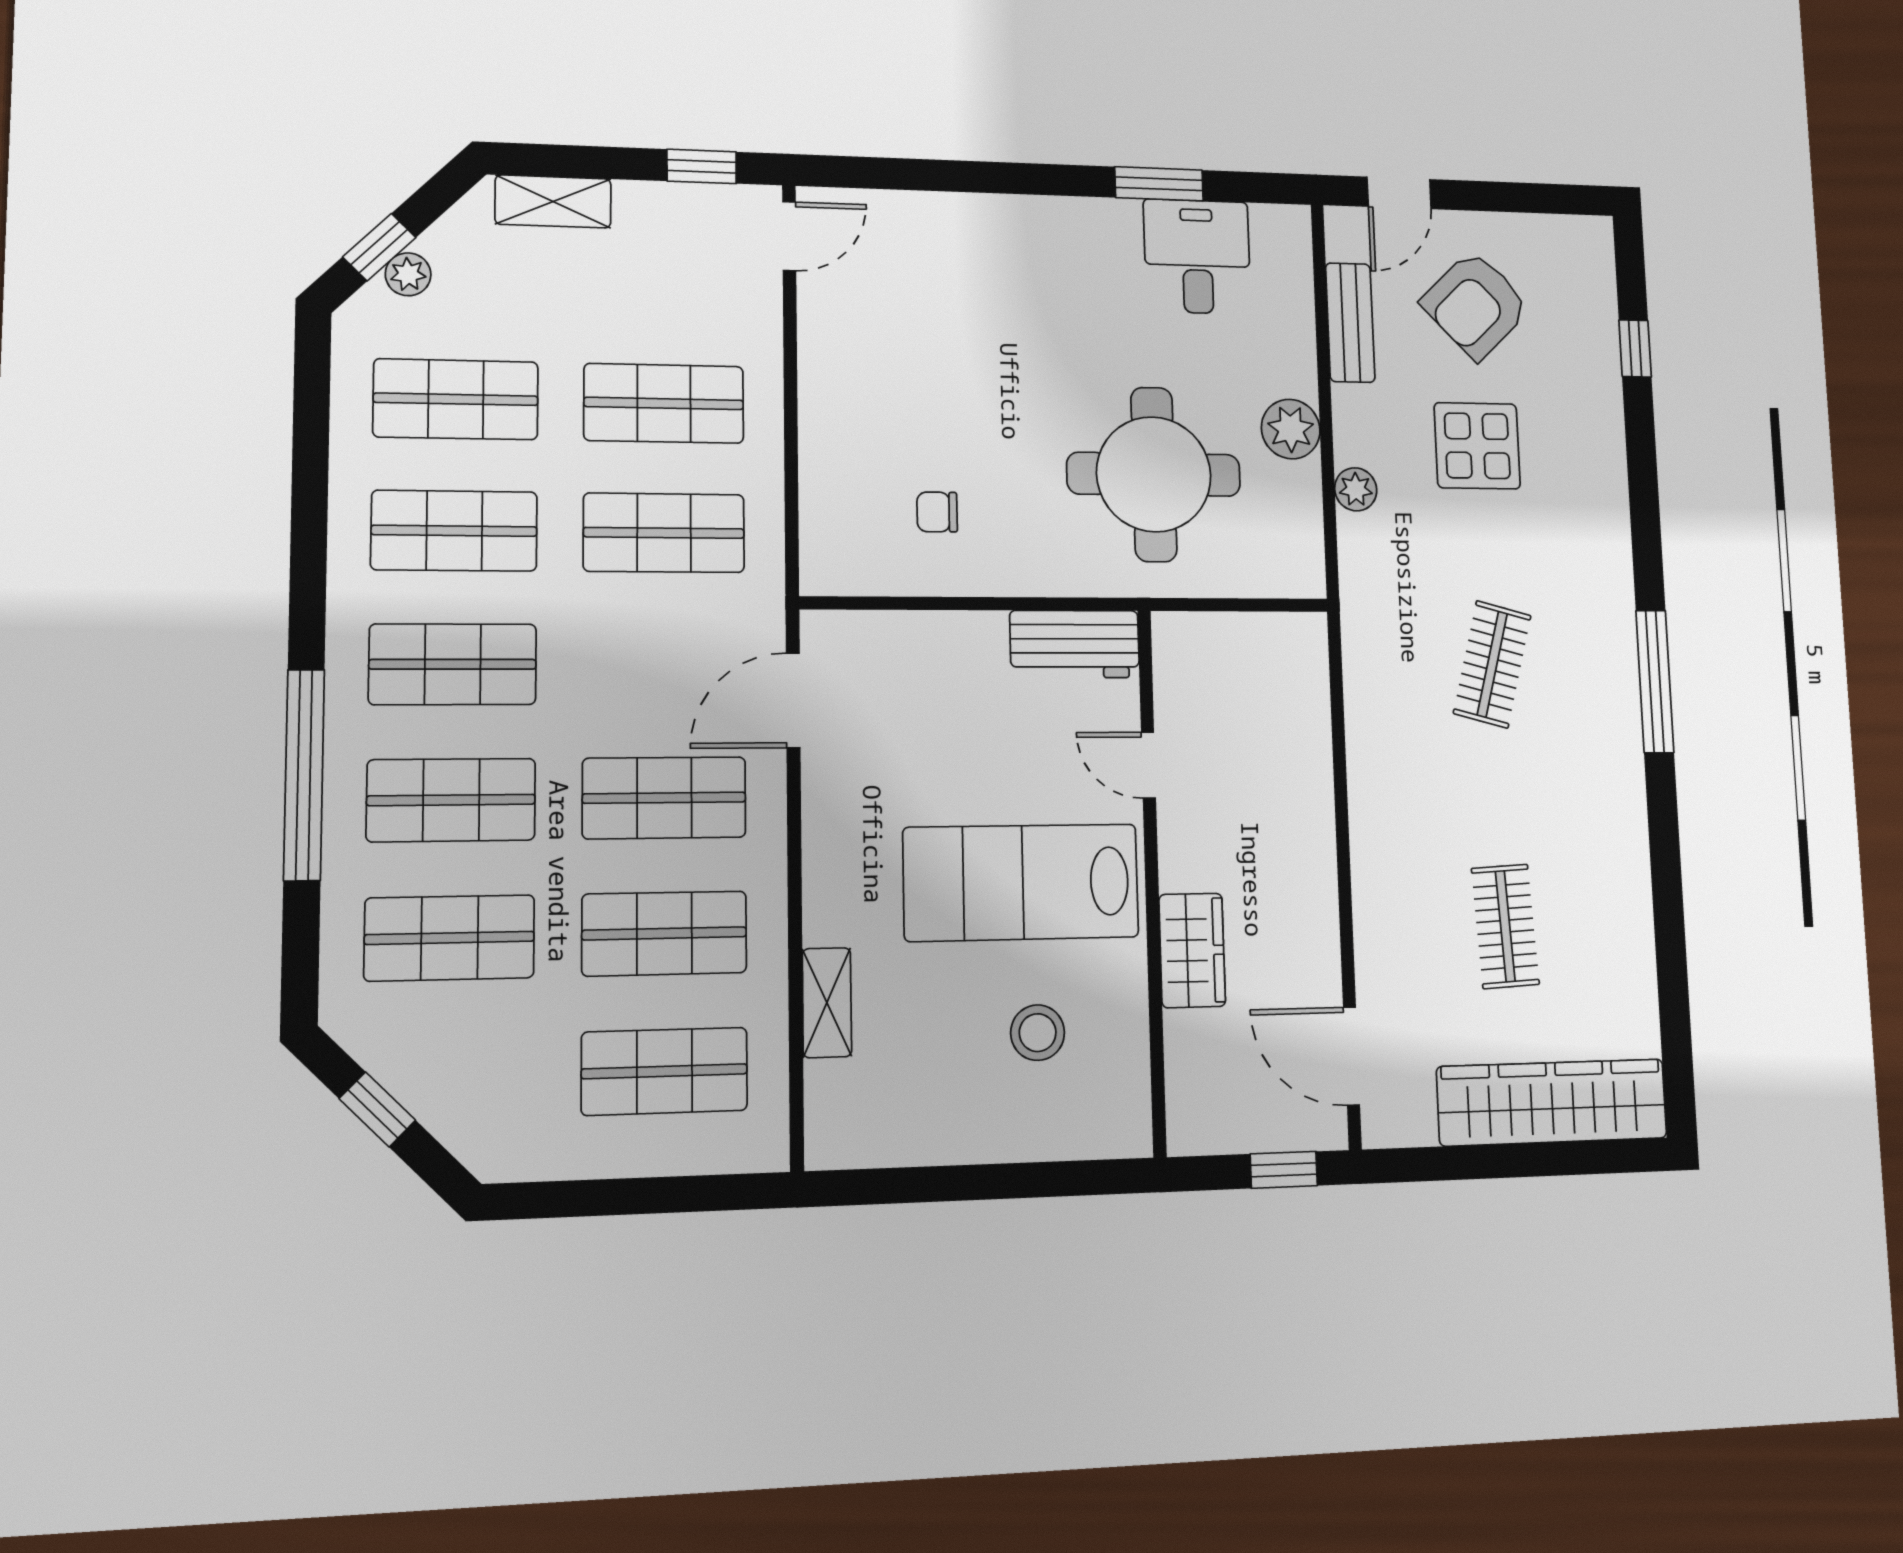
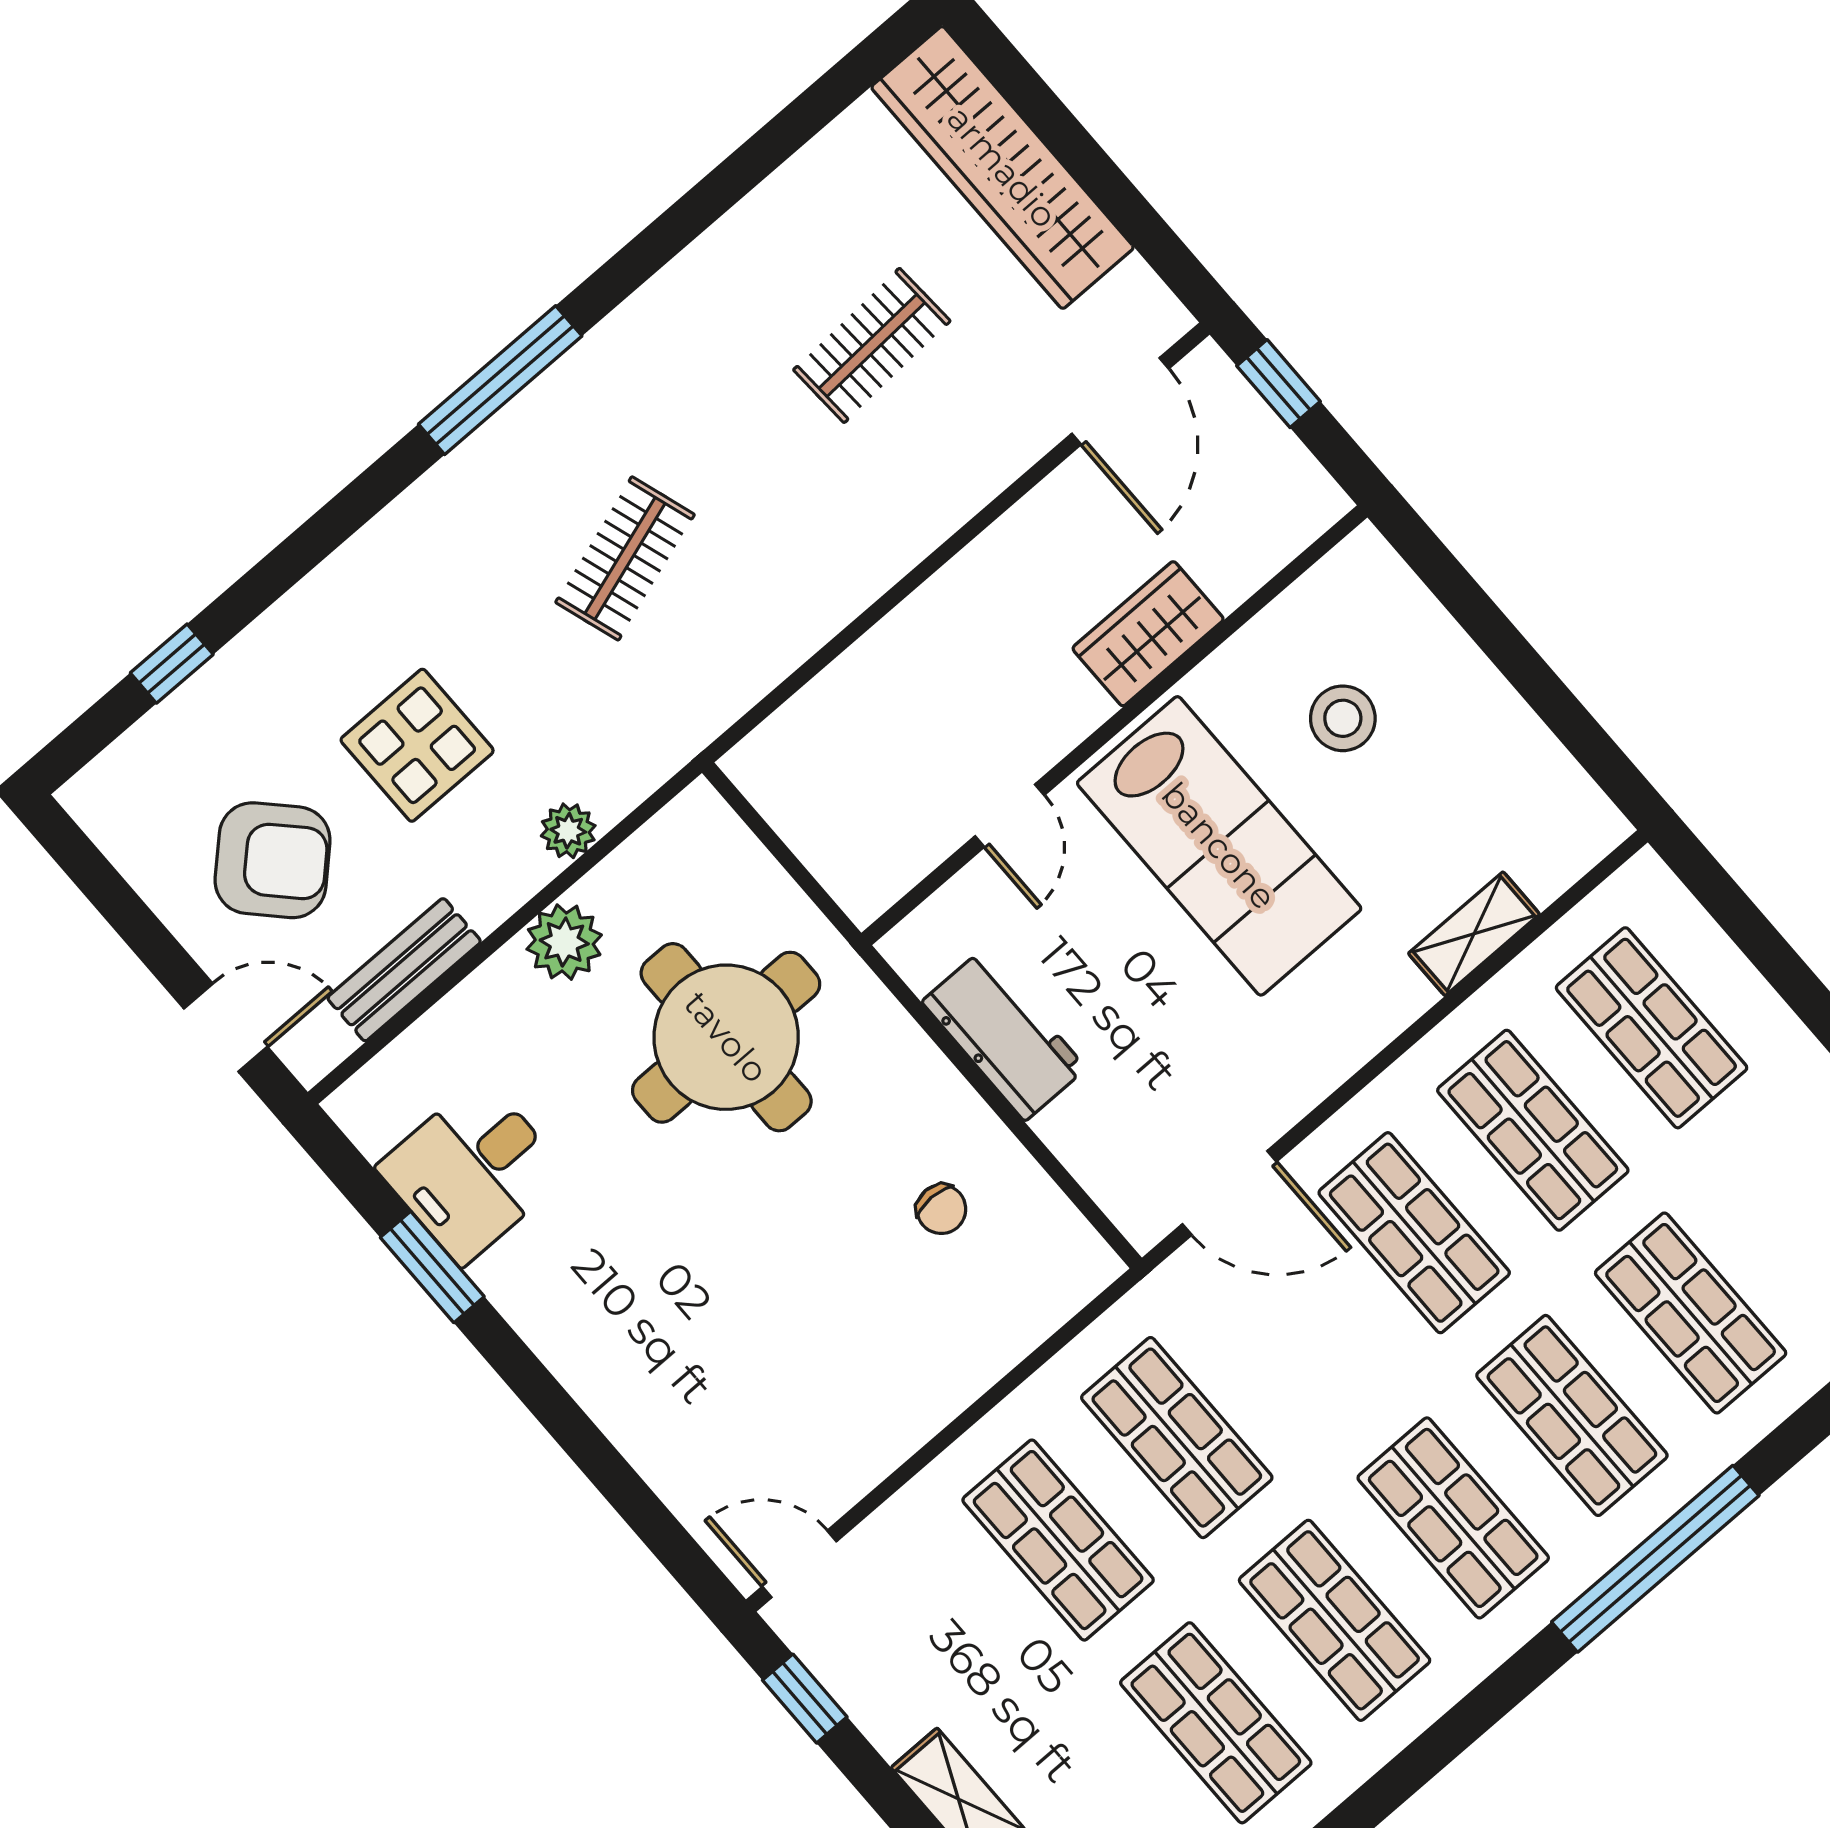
workbench: (1075, 644) -> (1004, 1035), moved
clothes rail: (1492, 664) -> (625, 558), turned -33

